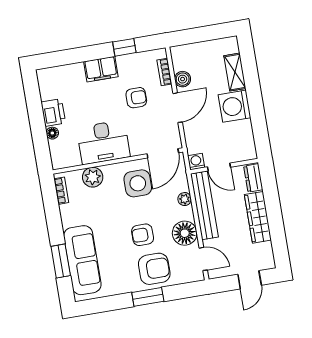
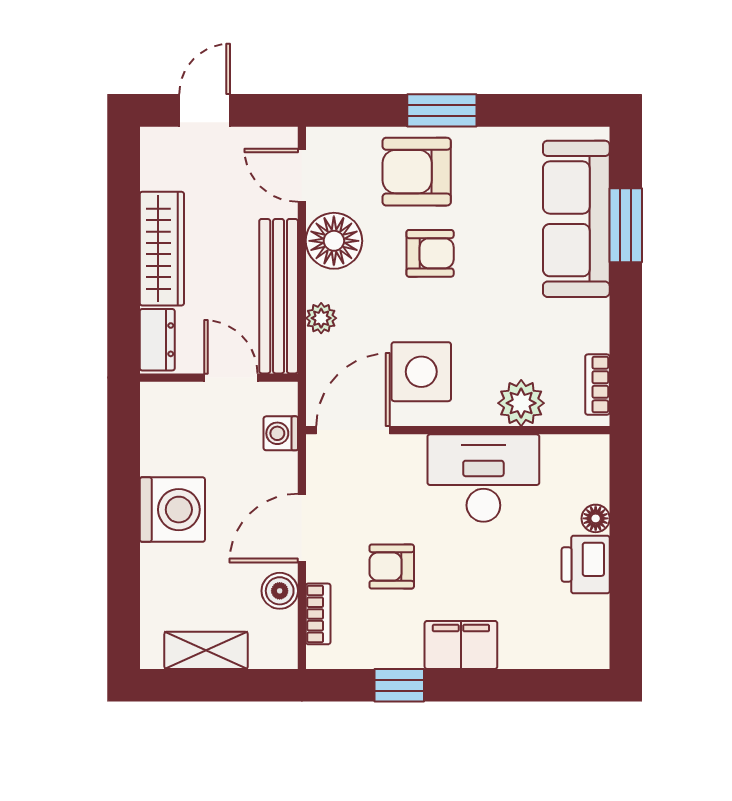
shelving: (235, 72) -> (206, 650), moved, turned 90
washing machine: (196, 162) -> (281, 433), moved, turned 90

